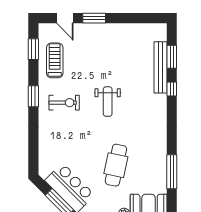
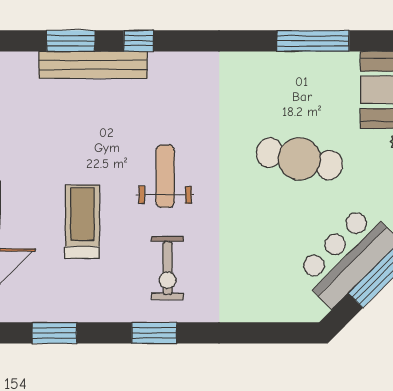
treadmill: (55, 60) -> (82, 222), moved, turned 90
weight bench: (108, 102) -> (165, 176), turned -90
exercise bike: (64, 103) -> (168, 268), turned 180

